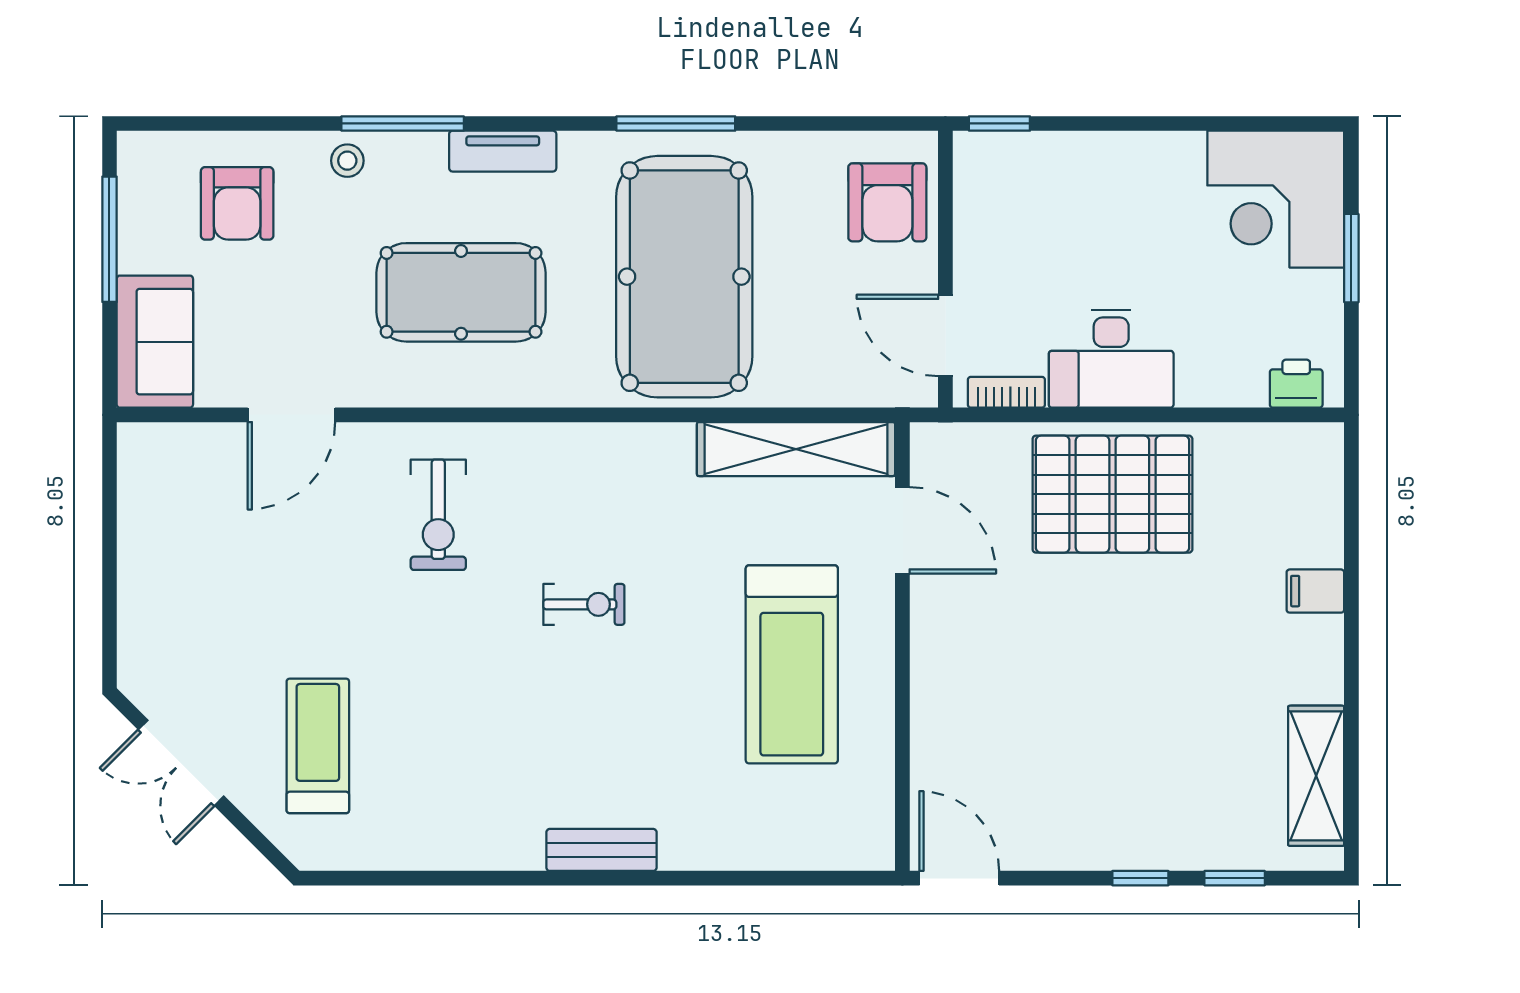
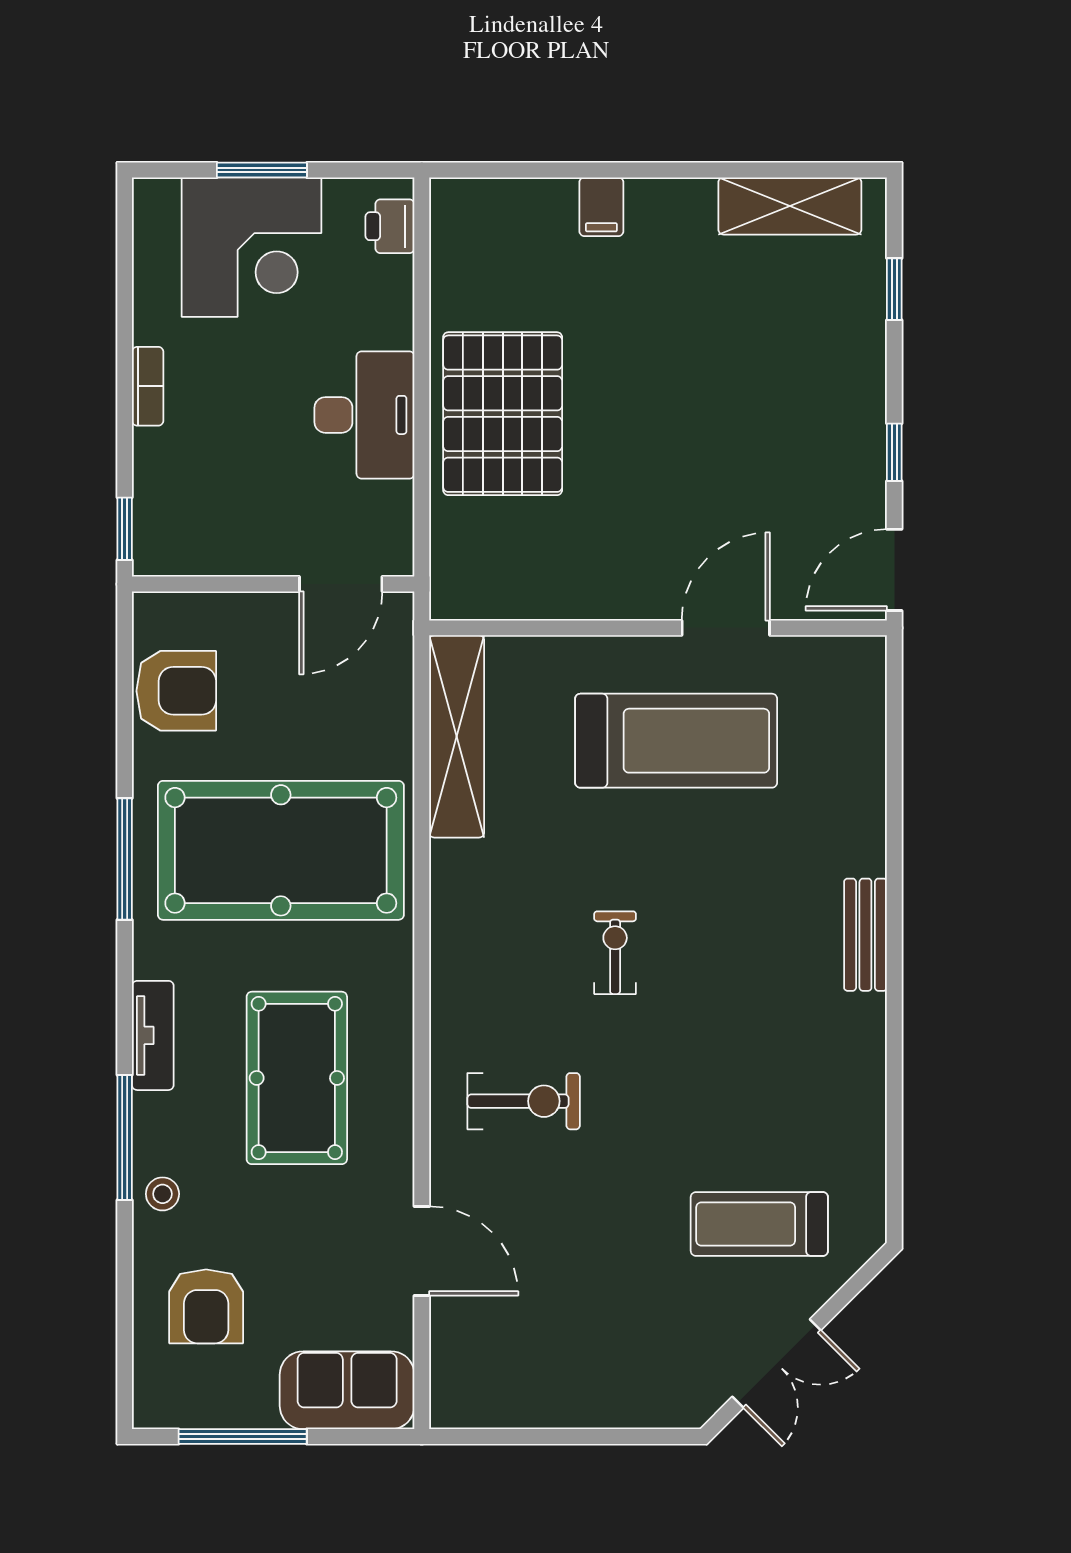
corner desk: (1276, 199) -> (252, 247), moved
armchair: (887, 202) -> (176, 691), moved
armchair: (237, 203) -> (206, 1306), turned 90
bookcase: (1006, 392) -> (148, 386), moved, turned 180
door: (902, 530) -> (726, 628), moved
window: (1140, 878) -> (894, 452), moved

